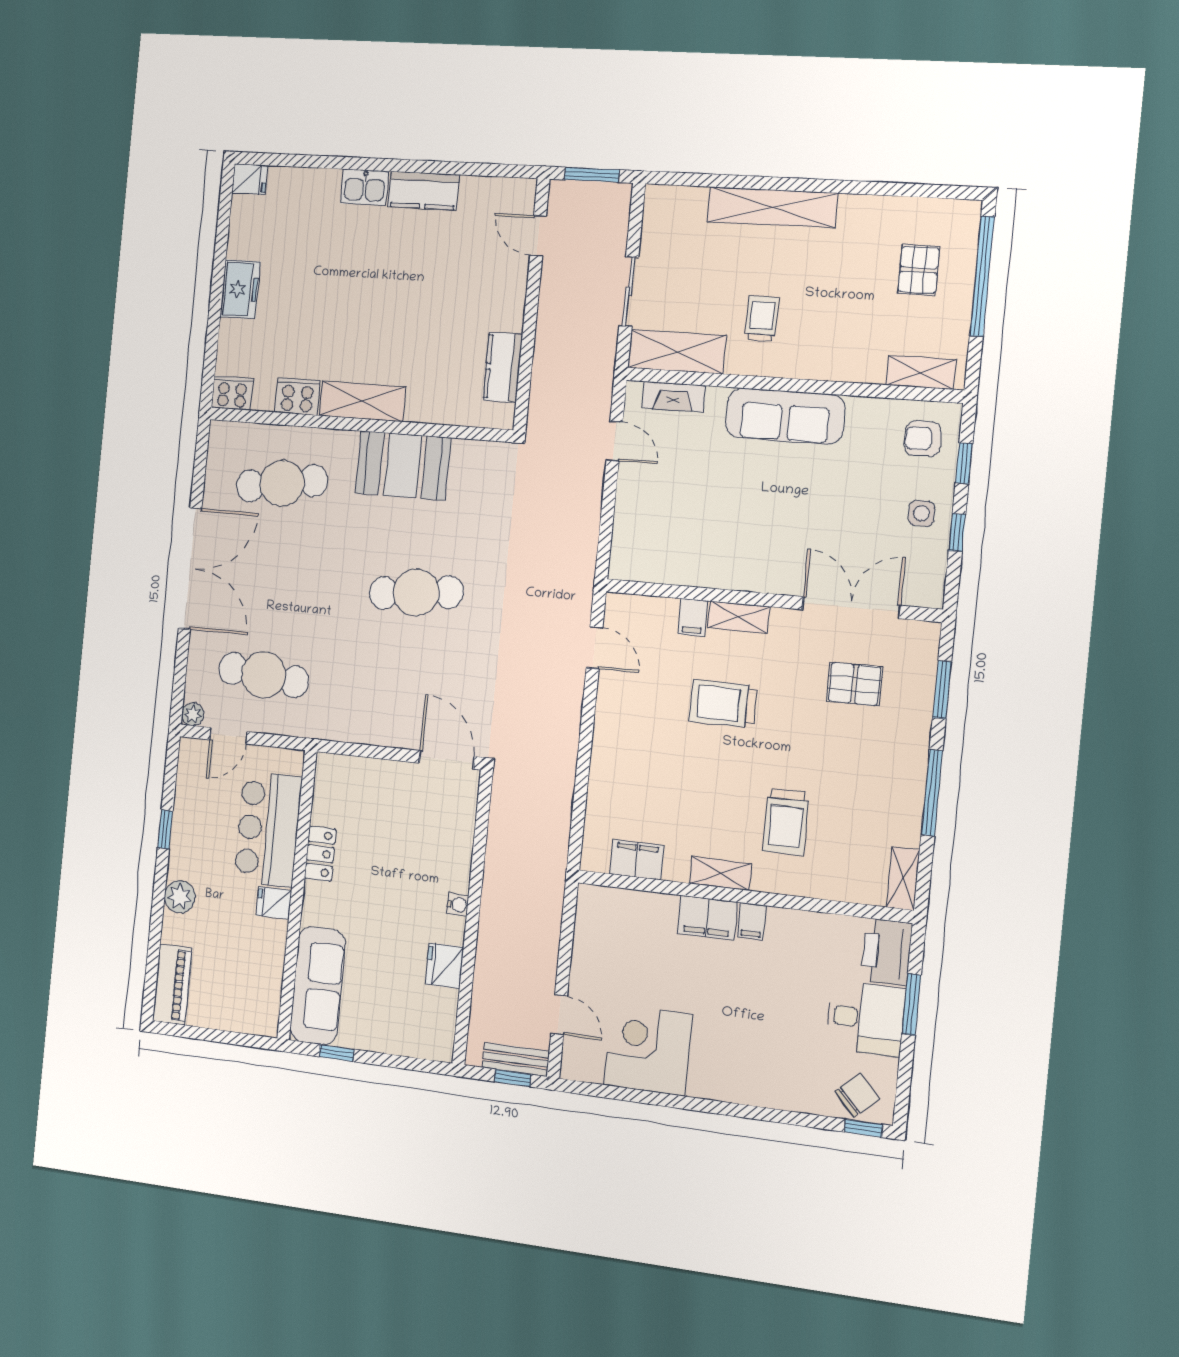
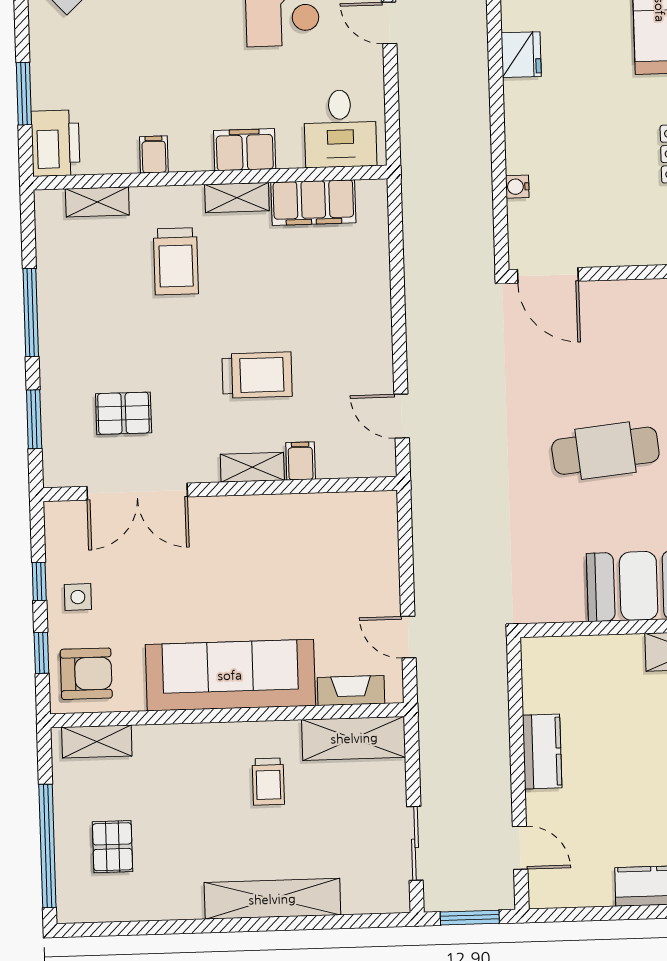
sliding door: (629, 291) -> (415, 843), moved
kitchen counter: (503, 367) -> (542, 752), moved
sofa: (785, 416) -> (230, 675), width x1.36, depth x1.27
armchair: (923, 439) -> (86, 674), width x1.38, depth x1.38
trolley: (786, 822) -> (176, 261), turned 180
filing cabinet: (637, 860) -> (313, 203), width x1.50, depth x1.17
shelving: (903, 879) -> (97, 202), moved, turned 90
water cooler: (458, 905) -> (517, 187), moved
filing cabinet: (752, 921) -> (154, 154), moved
desk: (866, 1019) -> (340, 129), moved, turned -90

